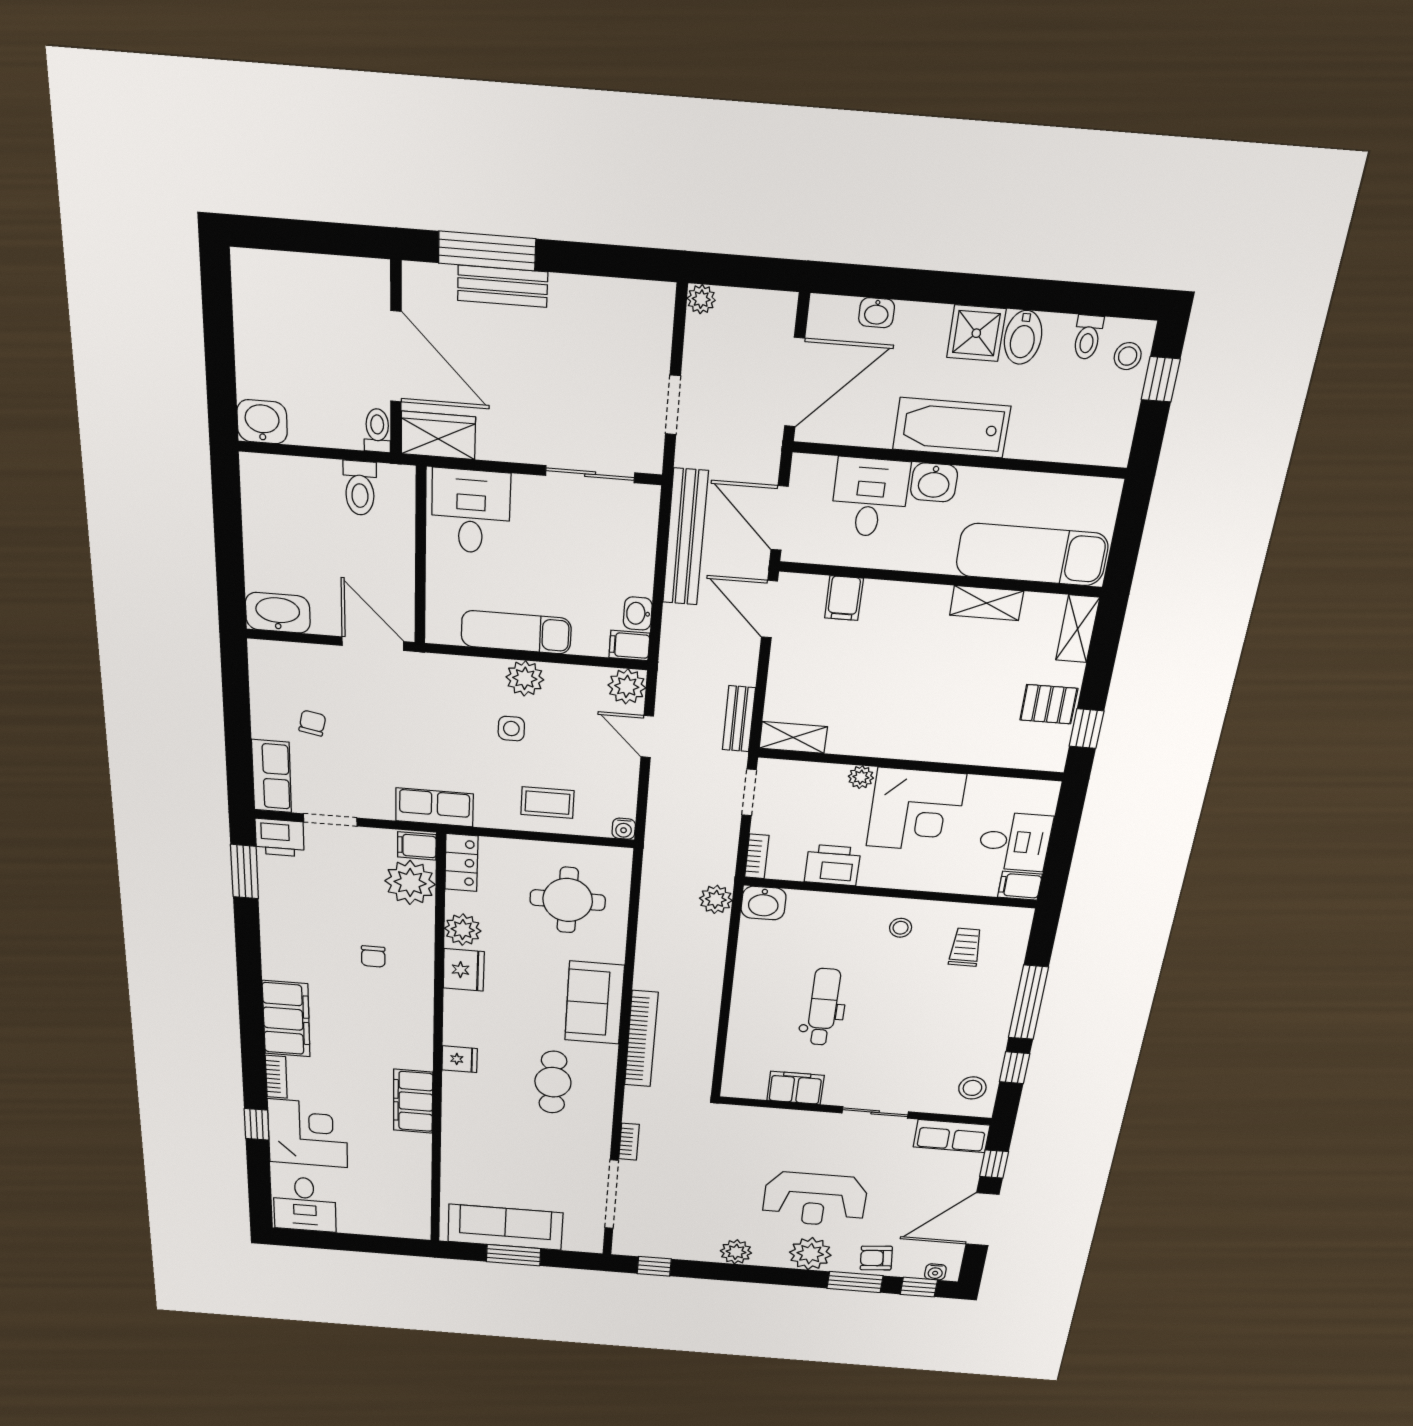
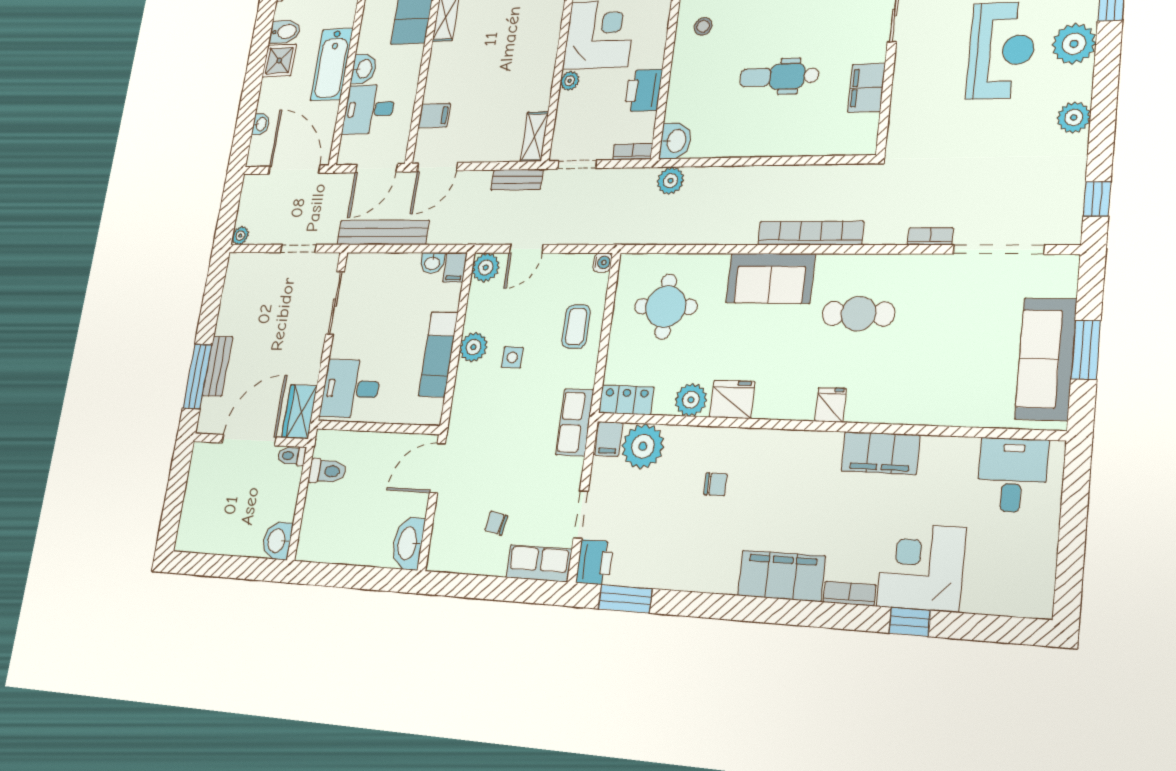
desk: (305, 1204) -> (1012, 475), moved, turned -90

